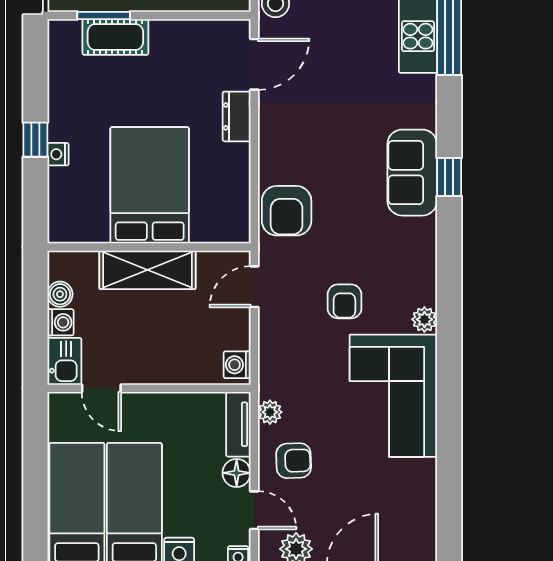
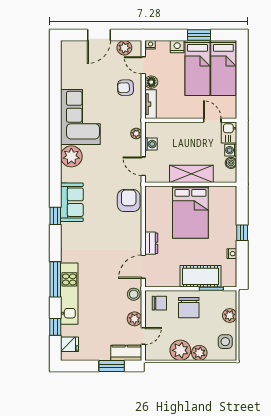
cot: (115, 37) -> (200, 276), width x1.37, depth x1.34
nightstand: (58, 154) -> (232, 254), moved
sofa: (412, 173) -> (72, 202), moved
door: (254, 287) -> (143, 166), swing flipped
armchair: (344, 301) -> (102, 160), removed
plant: (424, 319) -> (71, 156), width x1.88, depth x1.88
washing machine: (237, 365) -> (151, 144), moved
plant: (270, 412) -> (136, 133), moved

